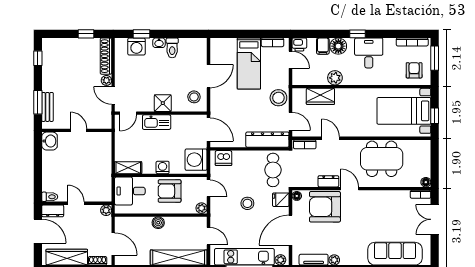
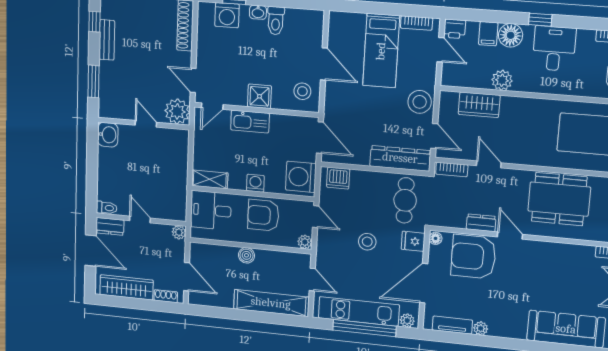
door: (208, 76) -> (324, 64), hinge flipped
plant: (106, 80) -> (177, 111), moved, width x1.87, depth x1.87
bench: (47, 107) -> (107, 40), moved

